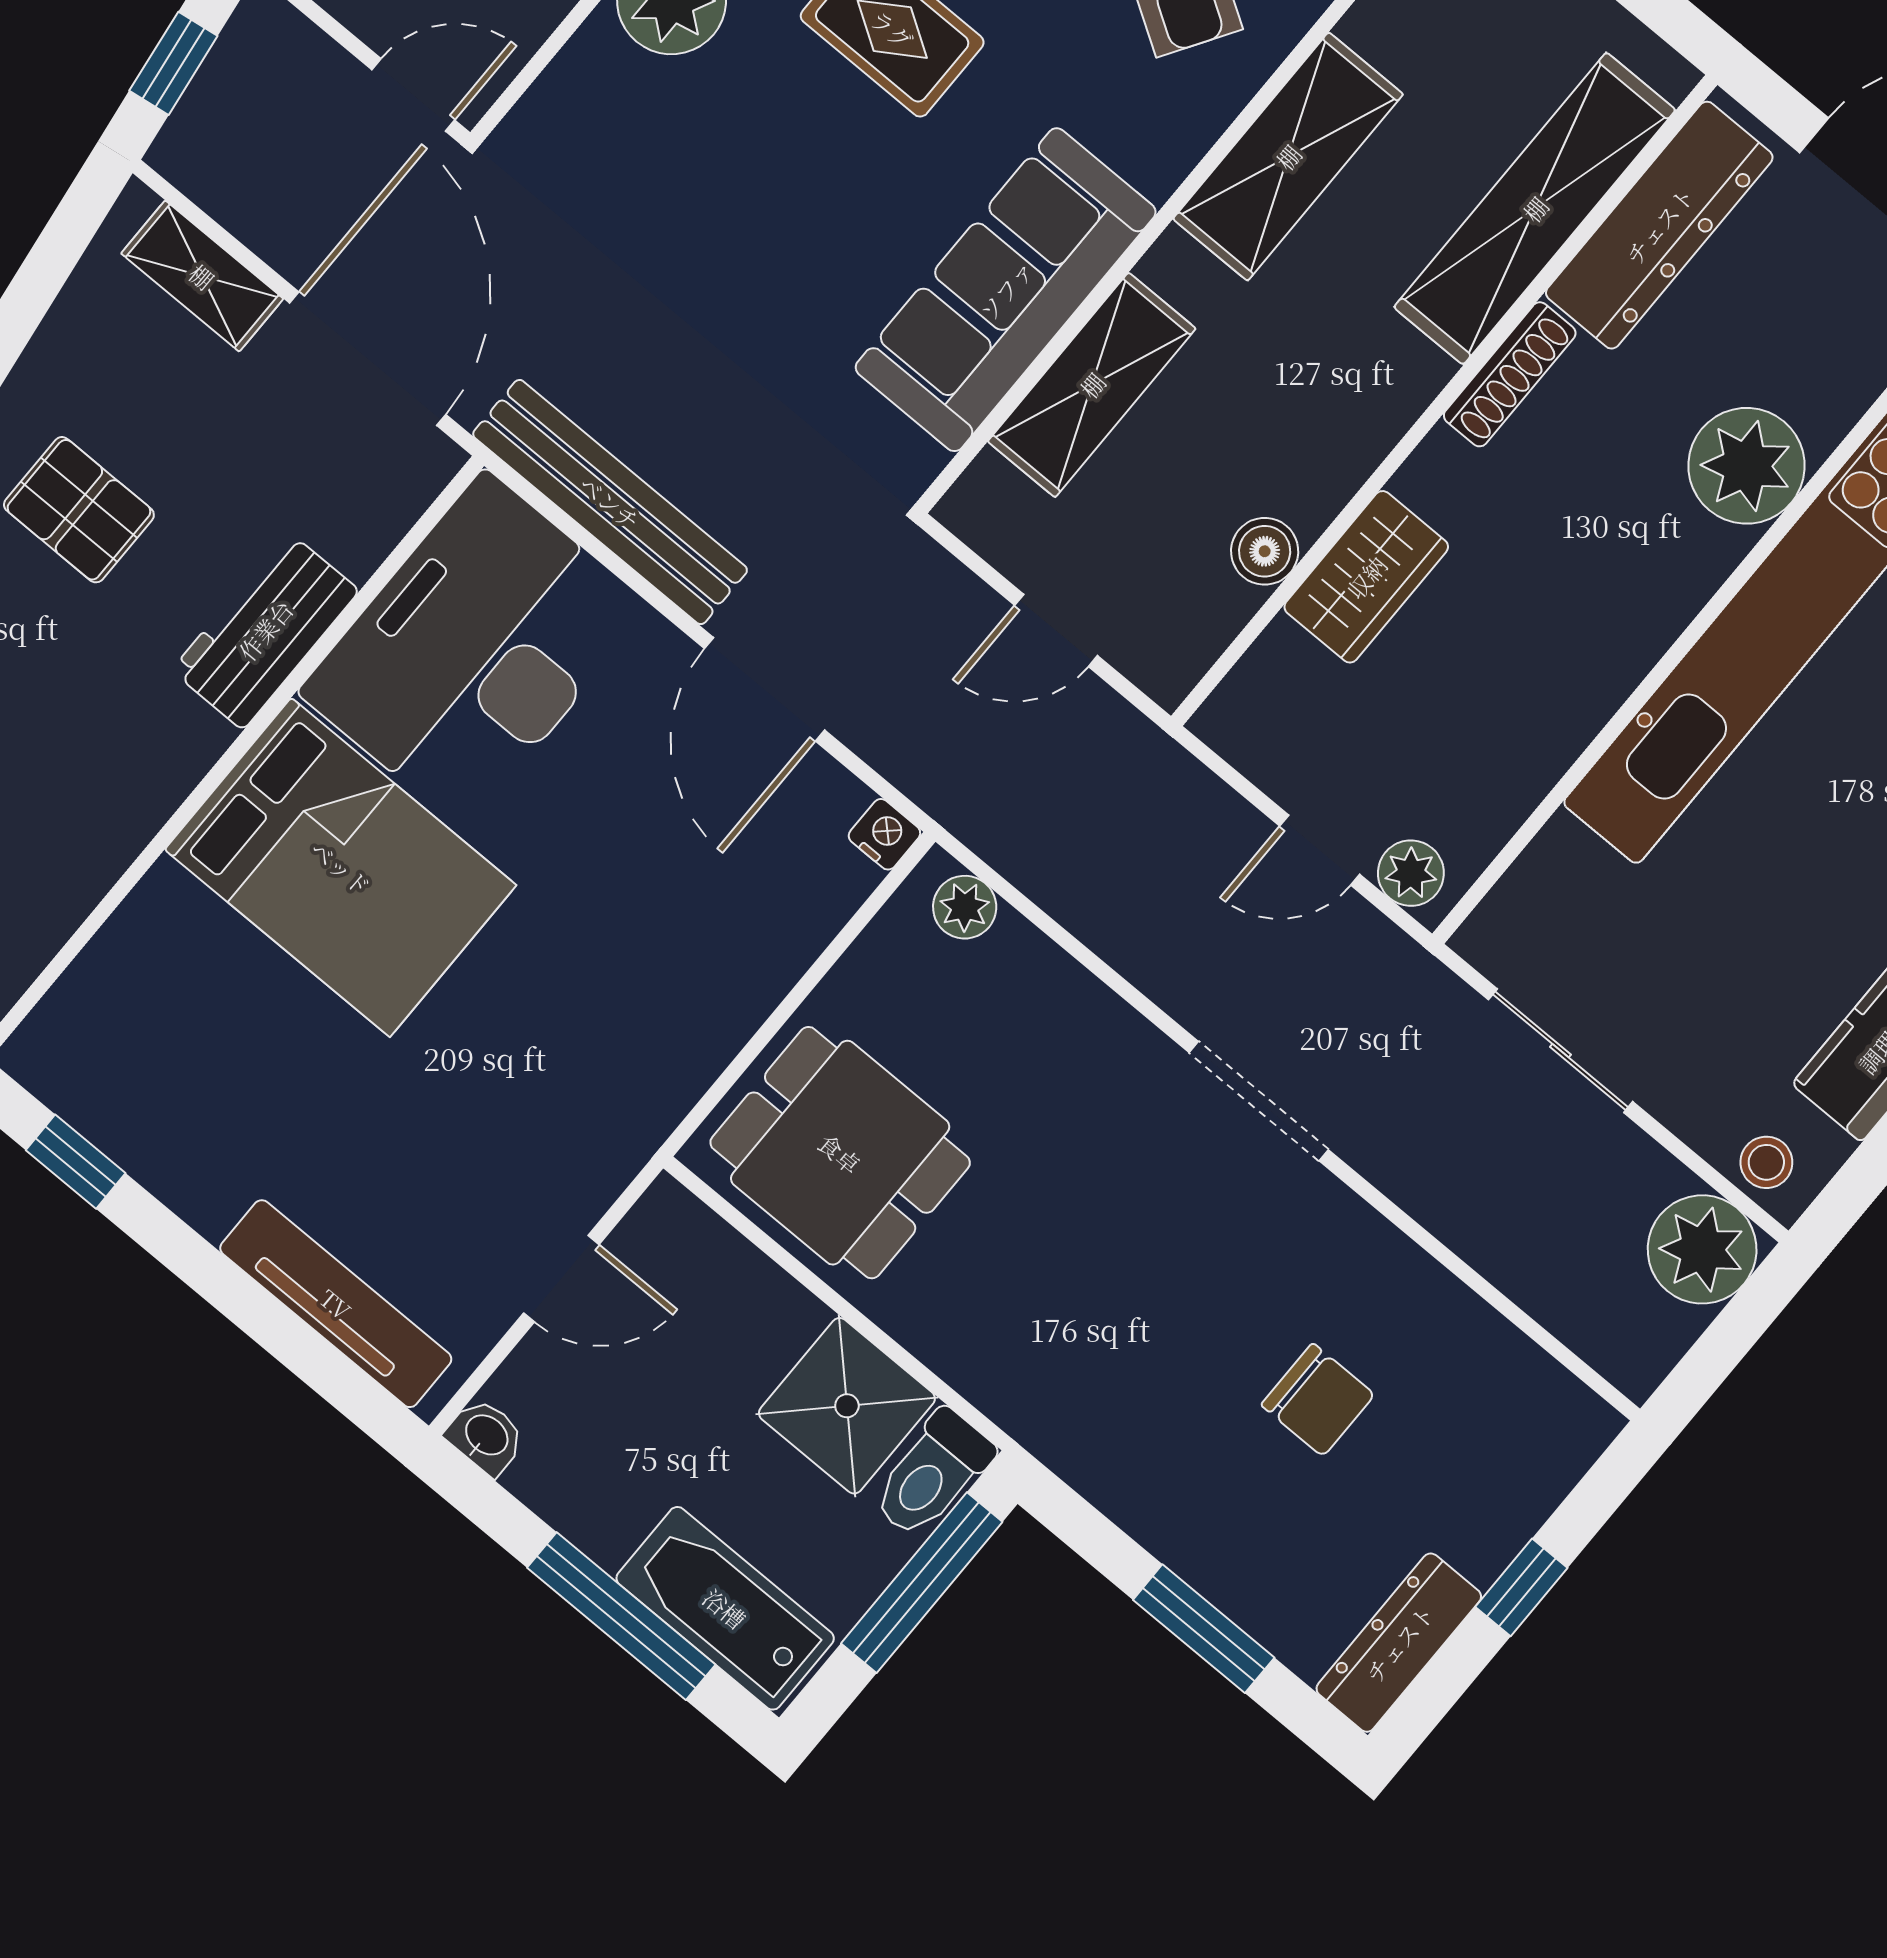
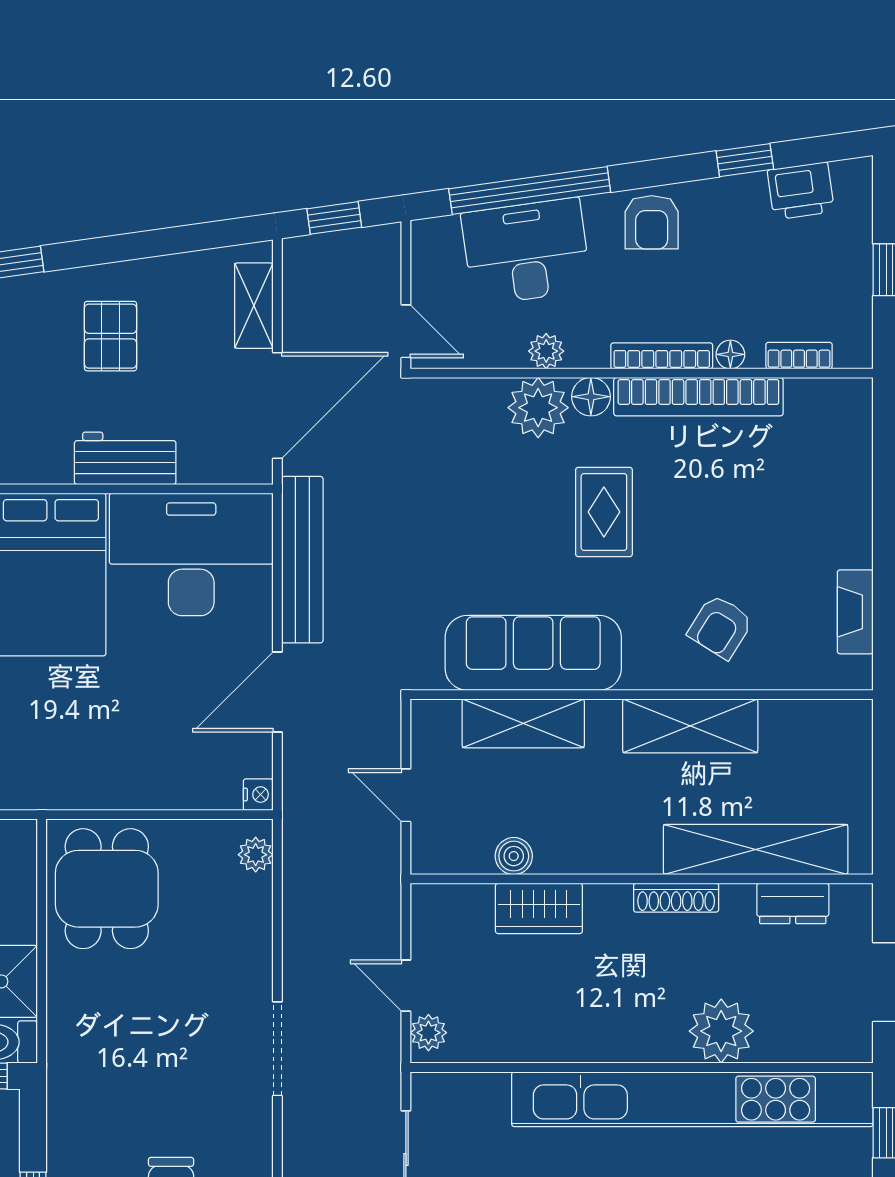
dresser: (1659, 225) -> (793, 903), width x0.51, depth x0.80

